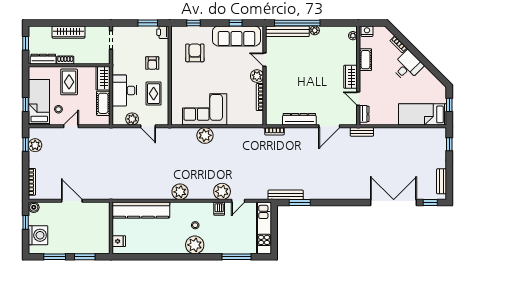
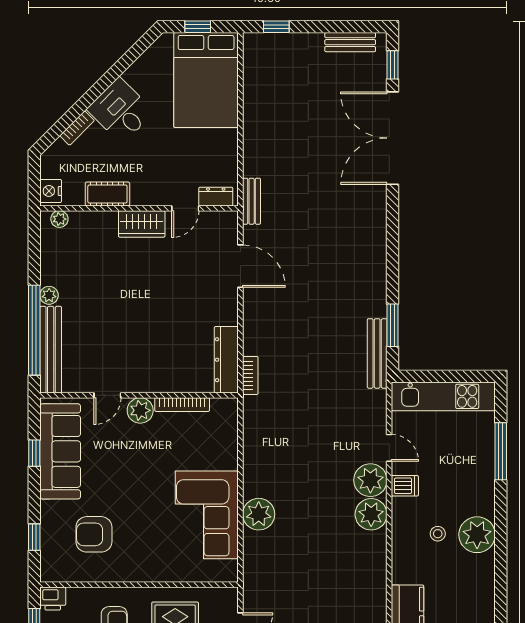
bed: (423, 114) -> (206, 80), width x1.50
dresser: (299, 119) -> (226, 360), moved
plant: (180, 192) -> (371, 514), moved

